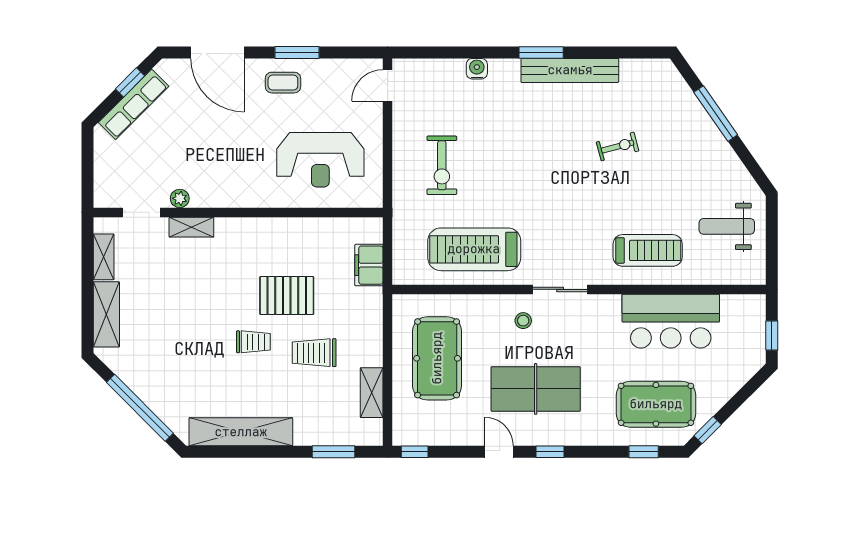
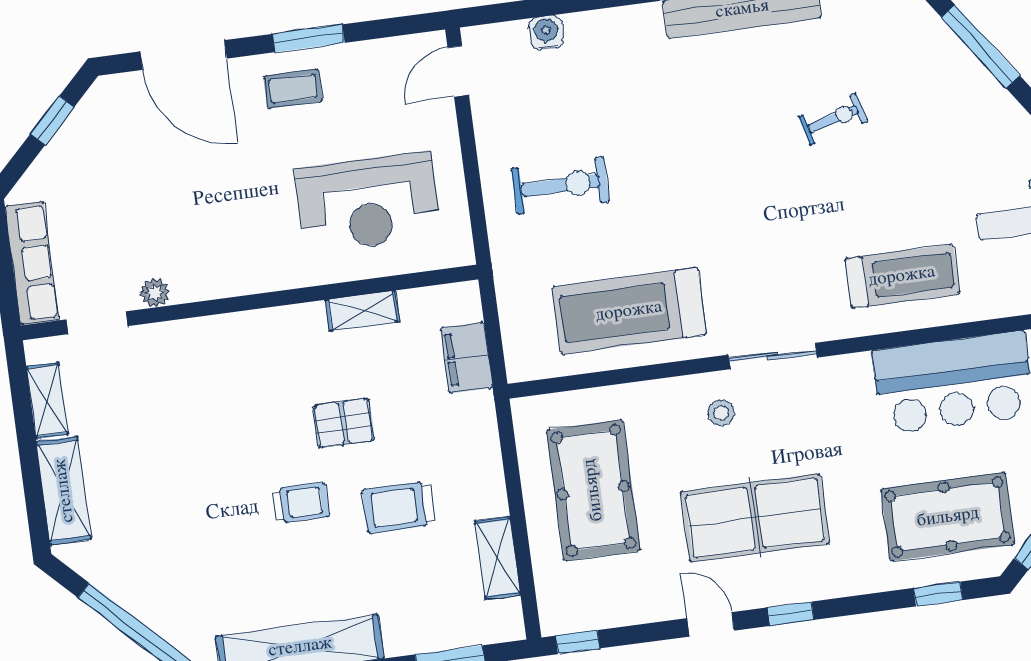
water cooler: (477, 69) -> (546, 33), moved
row of seats: (134, 104) -> (32, 263), moved, turned -45
exercise bike: (442, 165) -> (560, 185), turned -90
shelving: (191, 227) -> (362, 311), moved
pallet: (287, 296) -> (344, 423), width x0.67, depth x0.71

